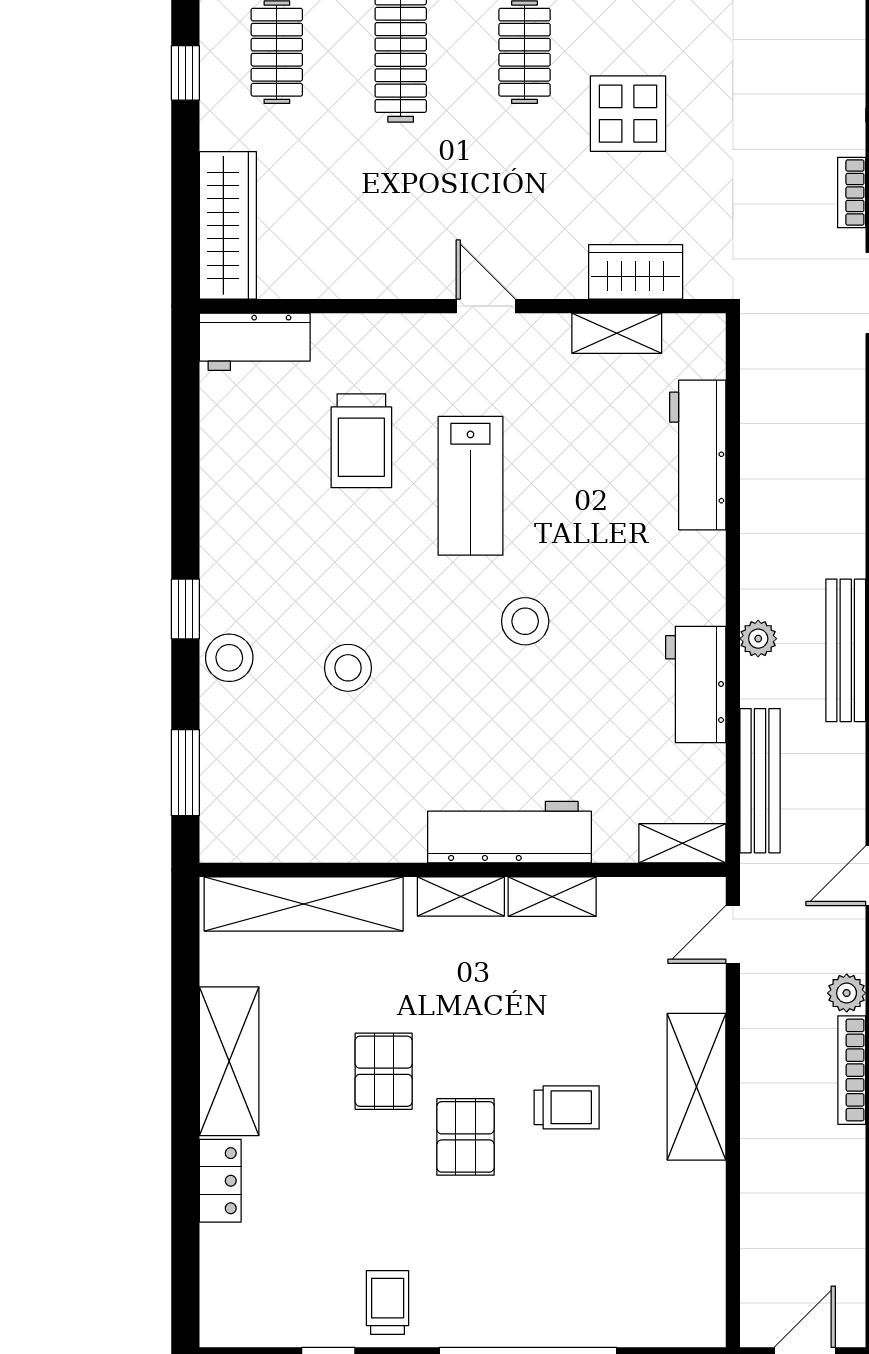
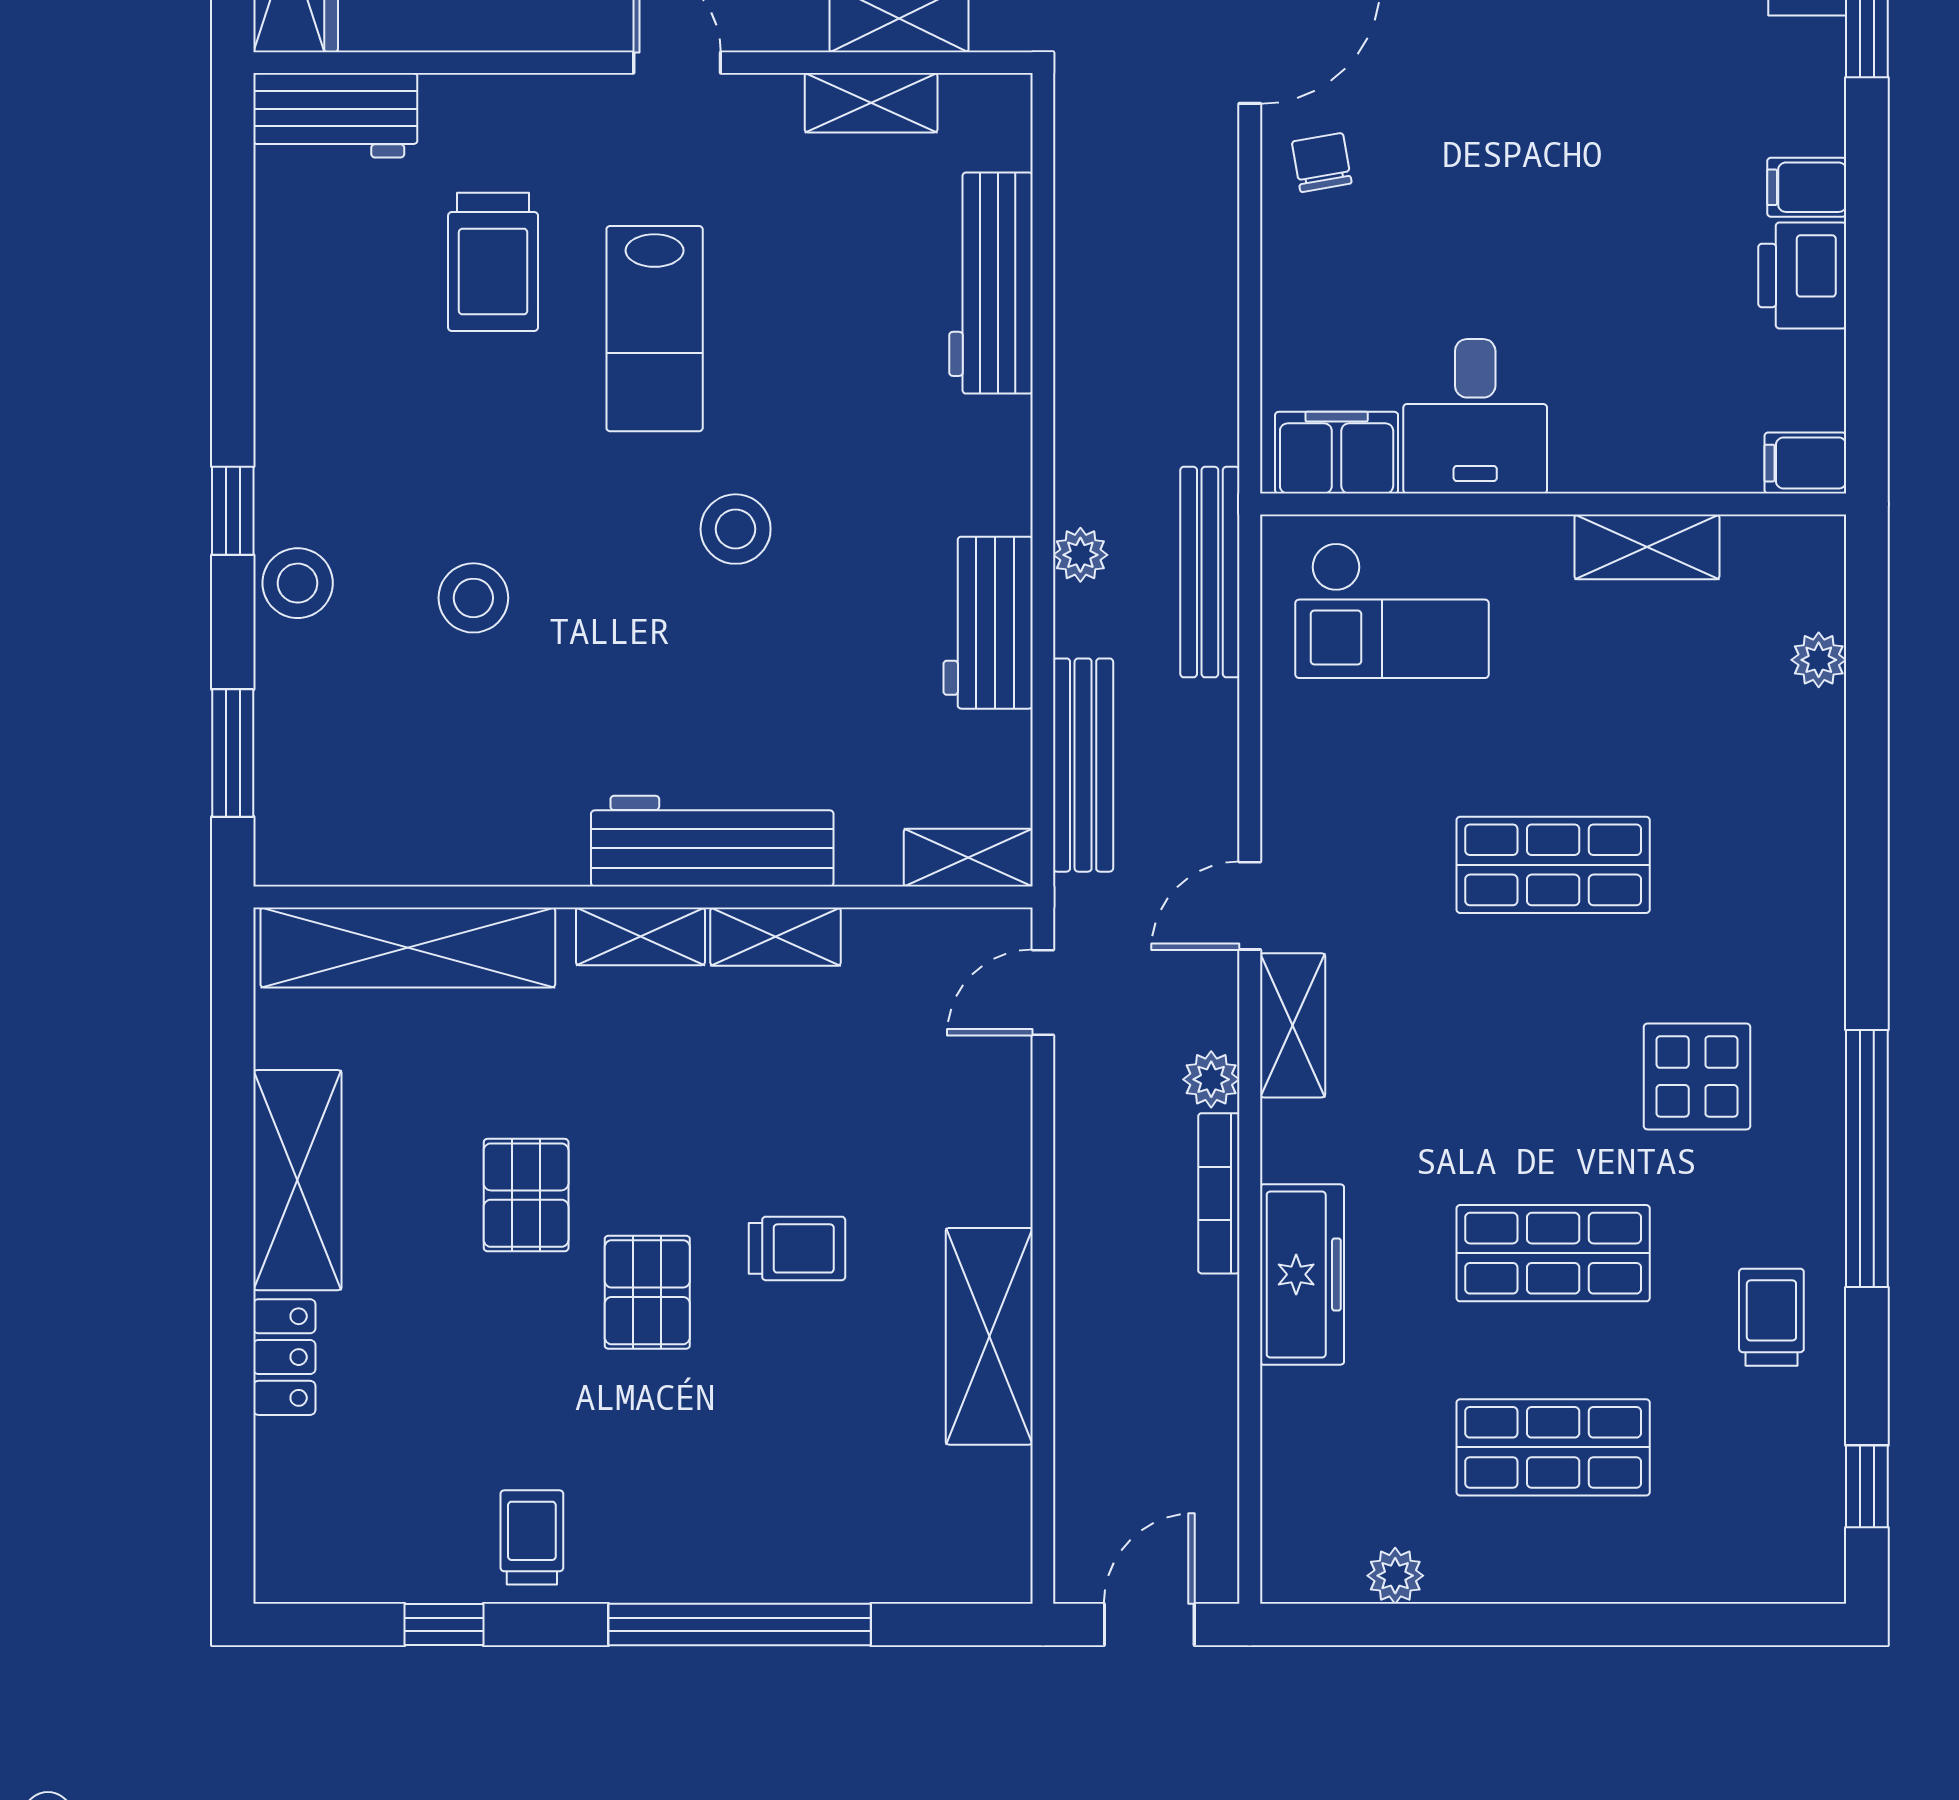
shelving: (697, 1087) -> (989, 1336), moved

